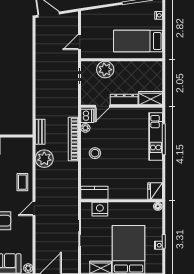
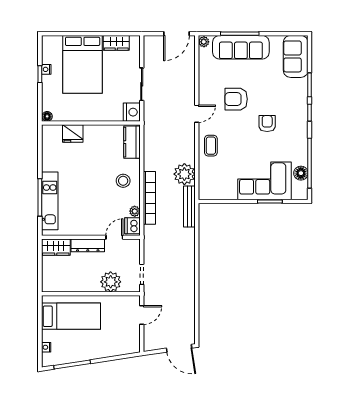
bench: (40, 132) -> (189, 207), width x1.36
fridge: (155, 191) -> (73, 134), moved, turned 90
kitchen counter: (94, 193) -> (132, 142), moved, turned 90
nightstand: (100, 209) -> (132, 112), moved, turned -90

